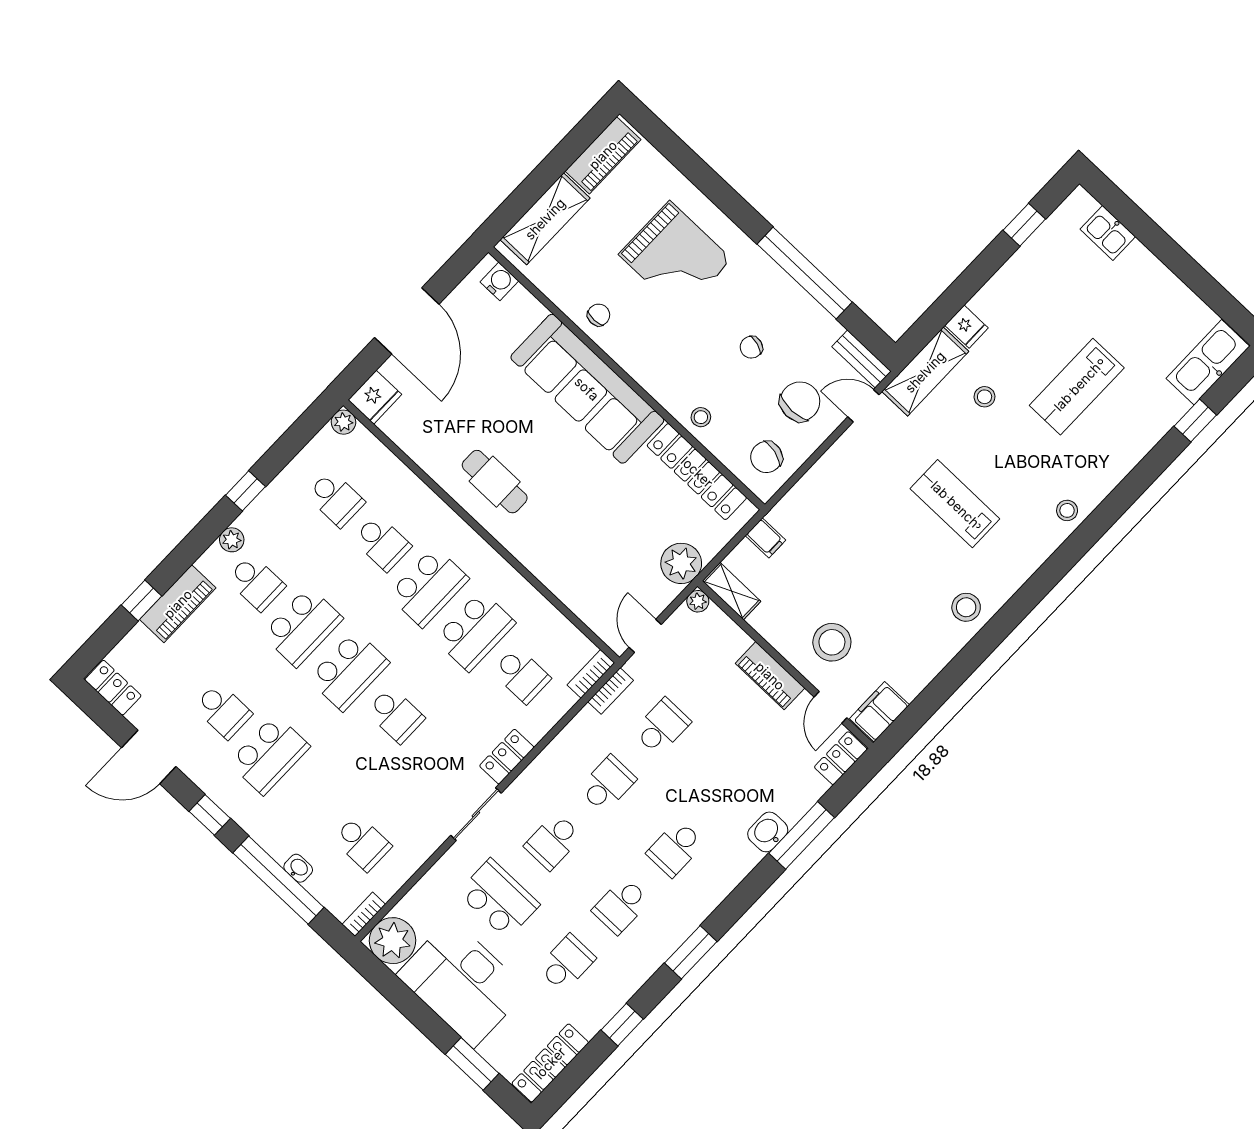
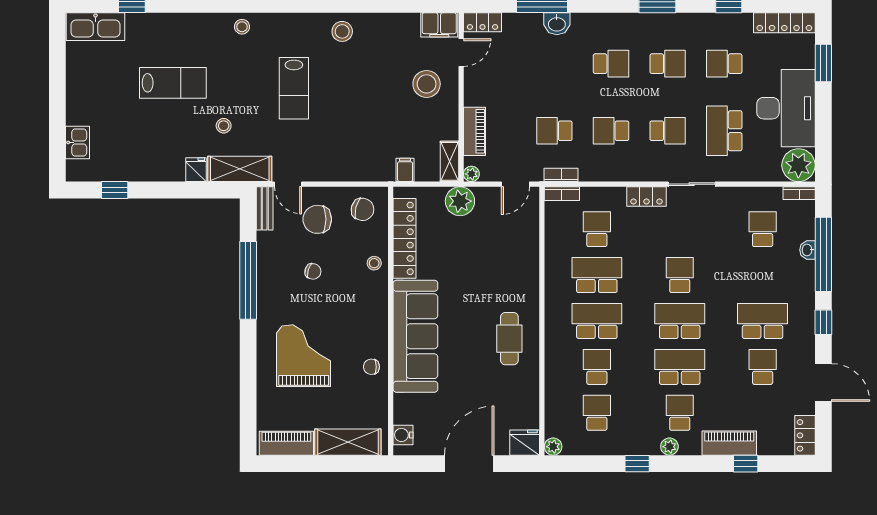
piano: (770, 676) -> (474, 131), moved

